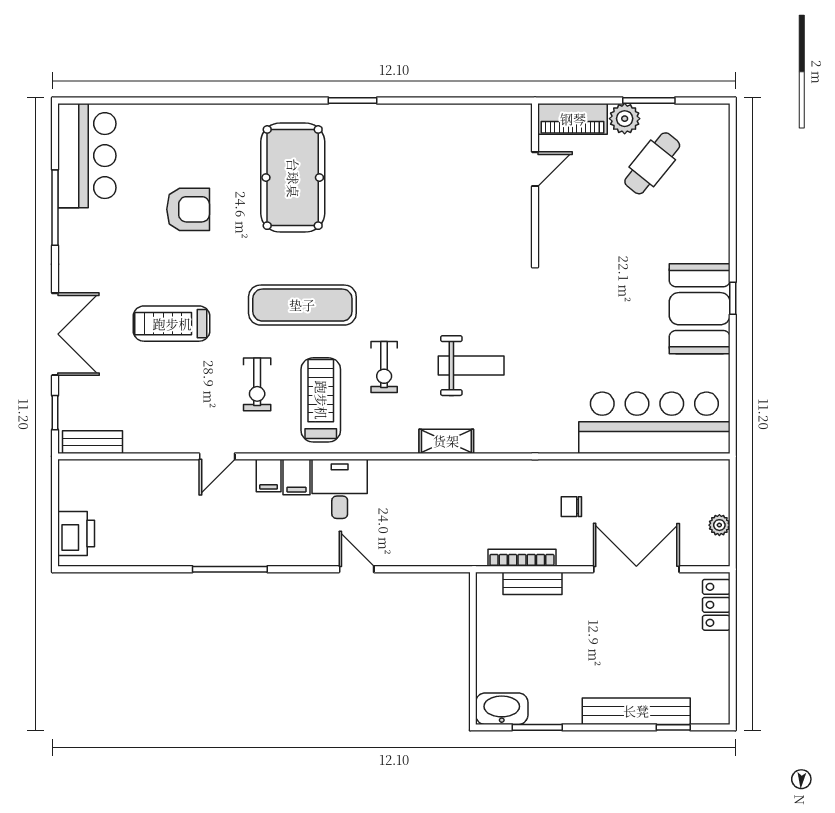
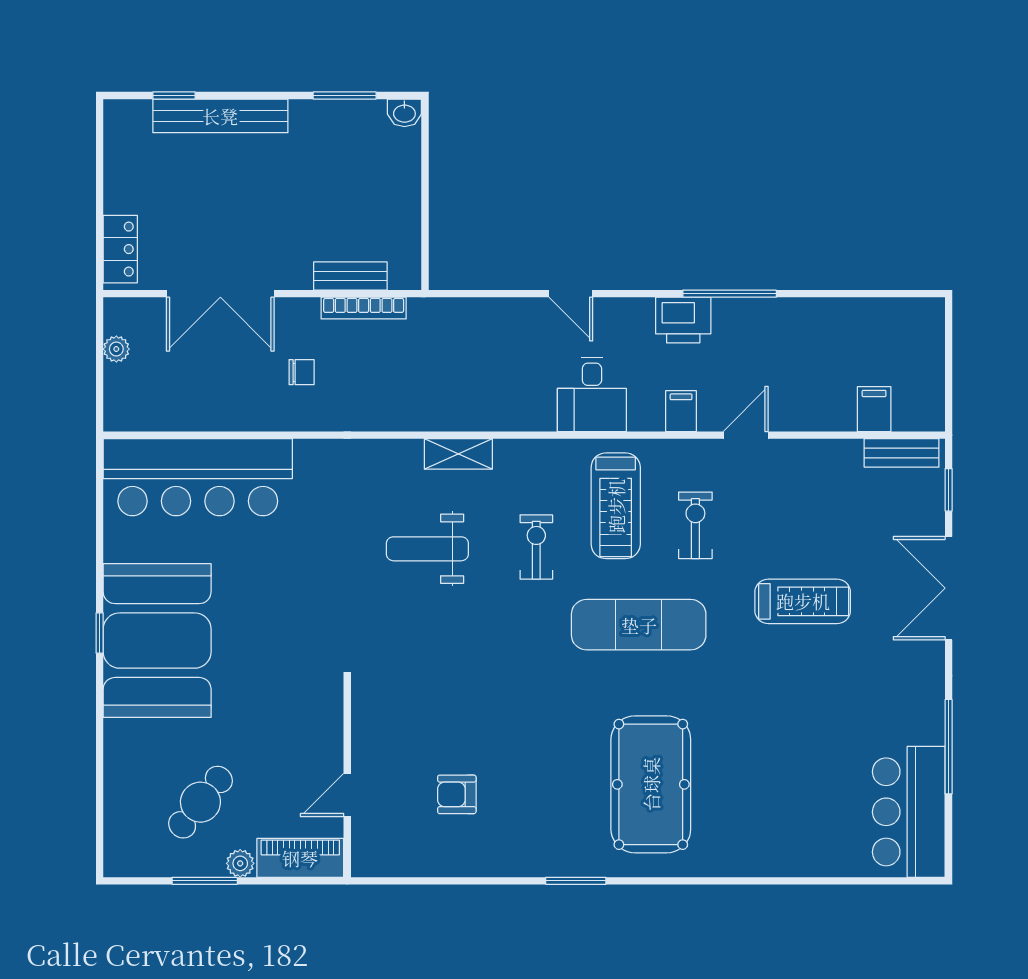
plant: (625, 119) -> (240, 863), width x0.73, depth x0.73
armchair: (188, 209) -> (457, 794), moved, width x0.72, depth x0.72
booth: (700, 309) -> (157, 641), width x1.36, depth x1.42
filing cabinet: (296, 477) -> (874, 409), moved
printer: (76, 533) -> (683, 320), moved, turned -90
washbasin: (502, 709) -> (404, 113), width x0.52, depth x0.69

